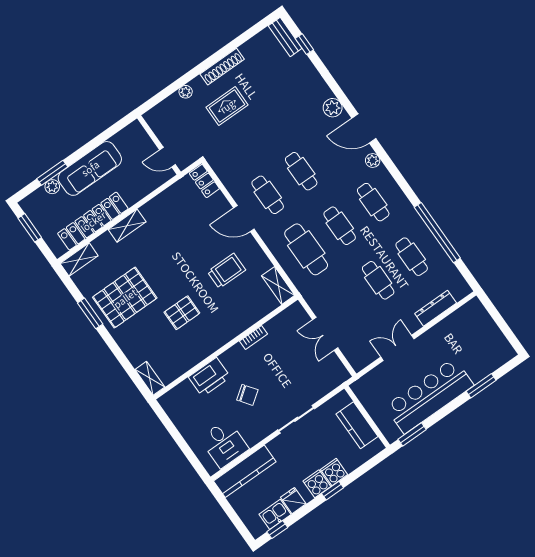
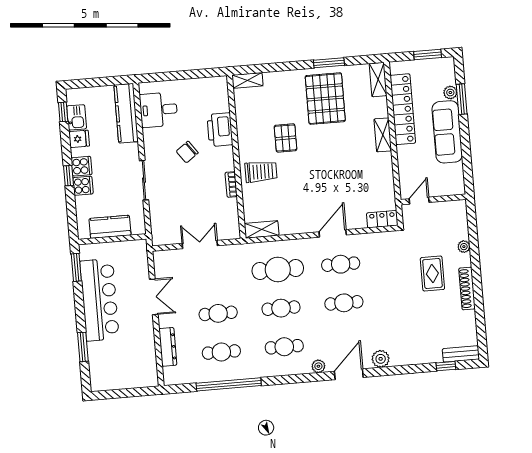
trolley: (226, 271) -> (261, 172), moved, turned -90

